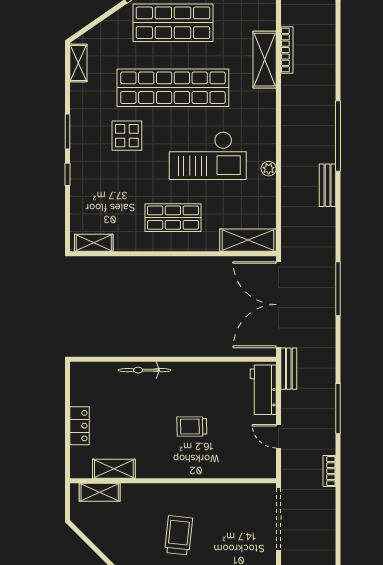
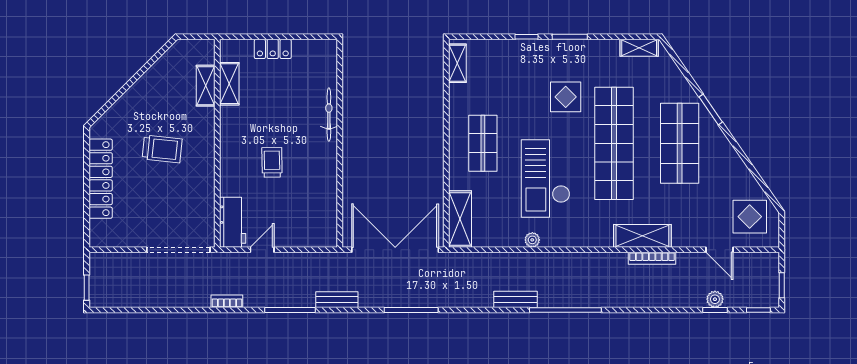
bench: (289, 369) -> (337, 300), moved
workbench: (263, 390) -> (233, 222), moved, turned 90
shelving: (100, 492) -> (206, 86), moved

